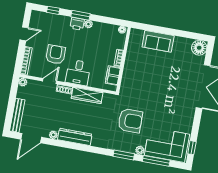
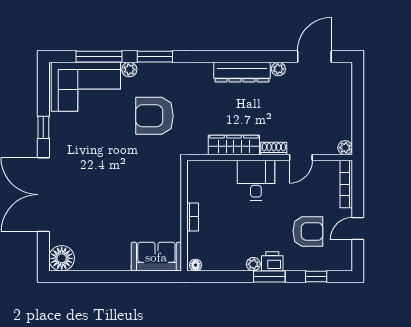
sofa: (158, 41) -> (156, 257), moved
armchair: (56, 54) -> (308, 231), moved, turned -90
filing cabinet: (113, 75) -> (197, 186), removed
bench: (17, 115) -> (344, 90), removed
window: (192, 148) -> (43, 127), moved

